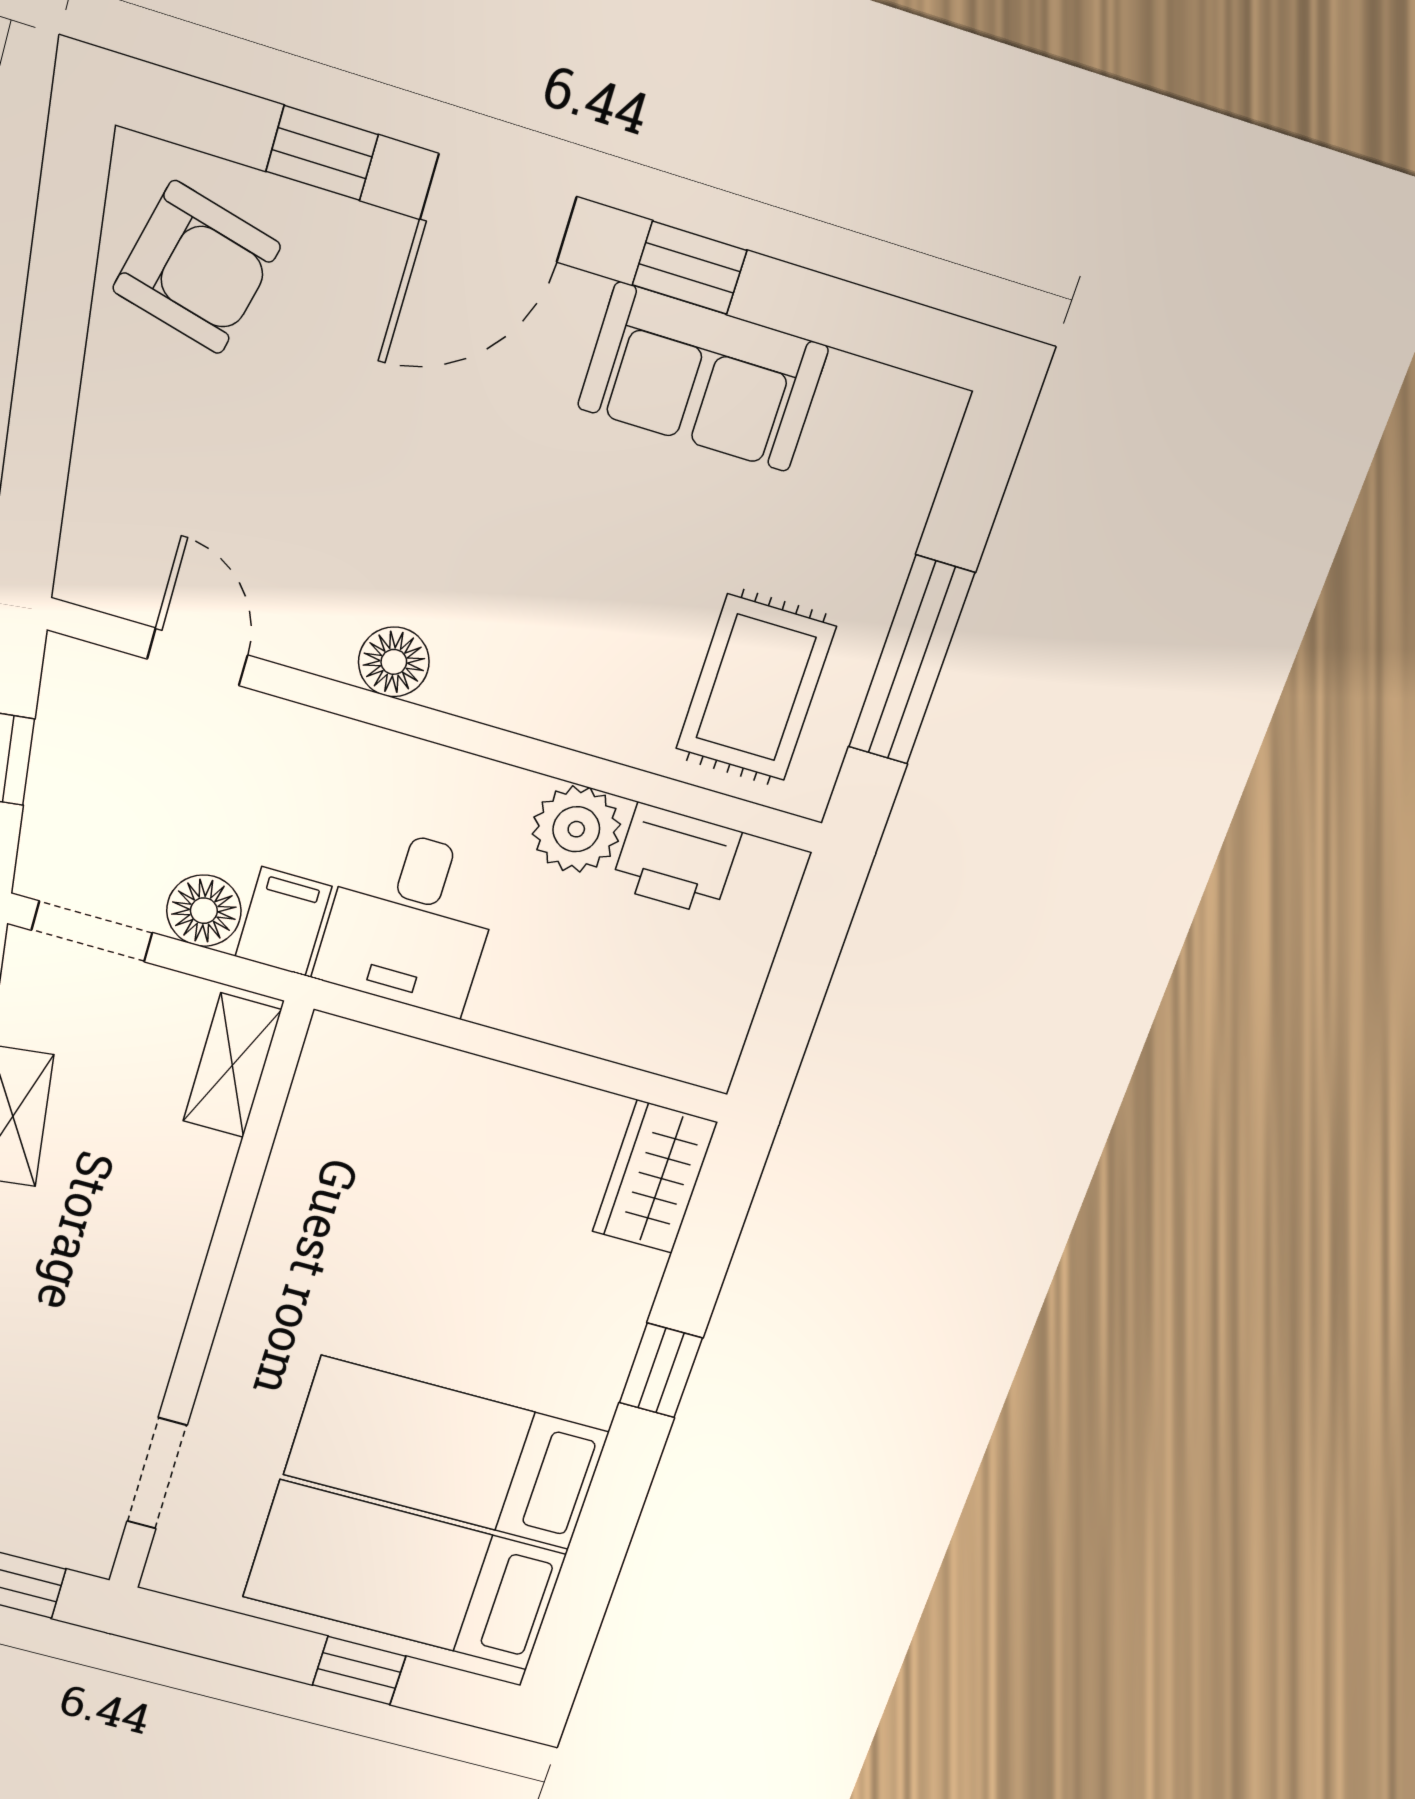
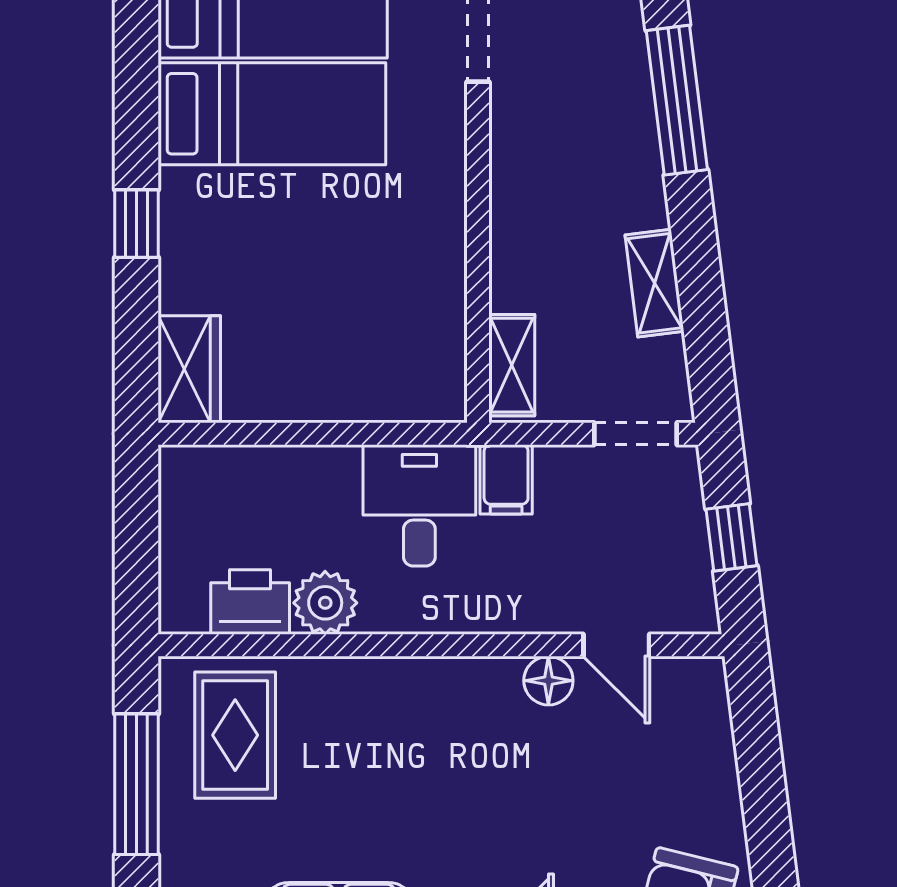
floor lamp: (394, 662) -> (548, 681), moved
floor lamp: (204, 911) -> (563, 471), removed

